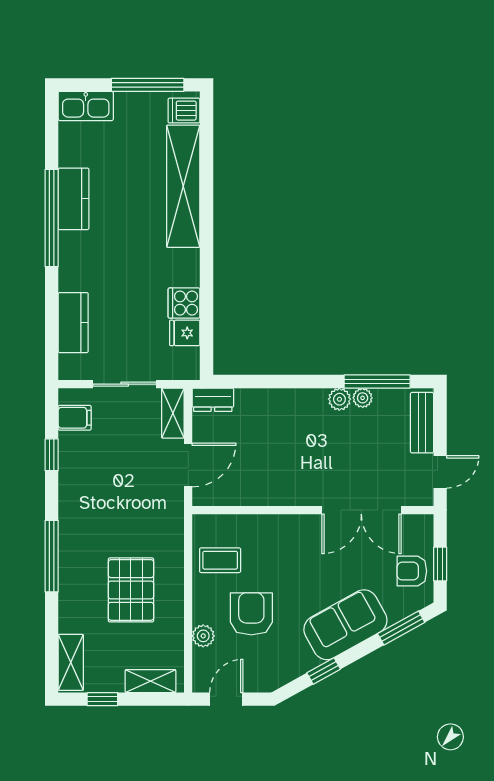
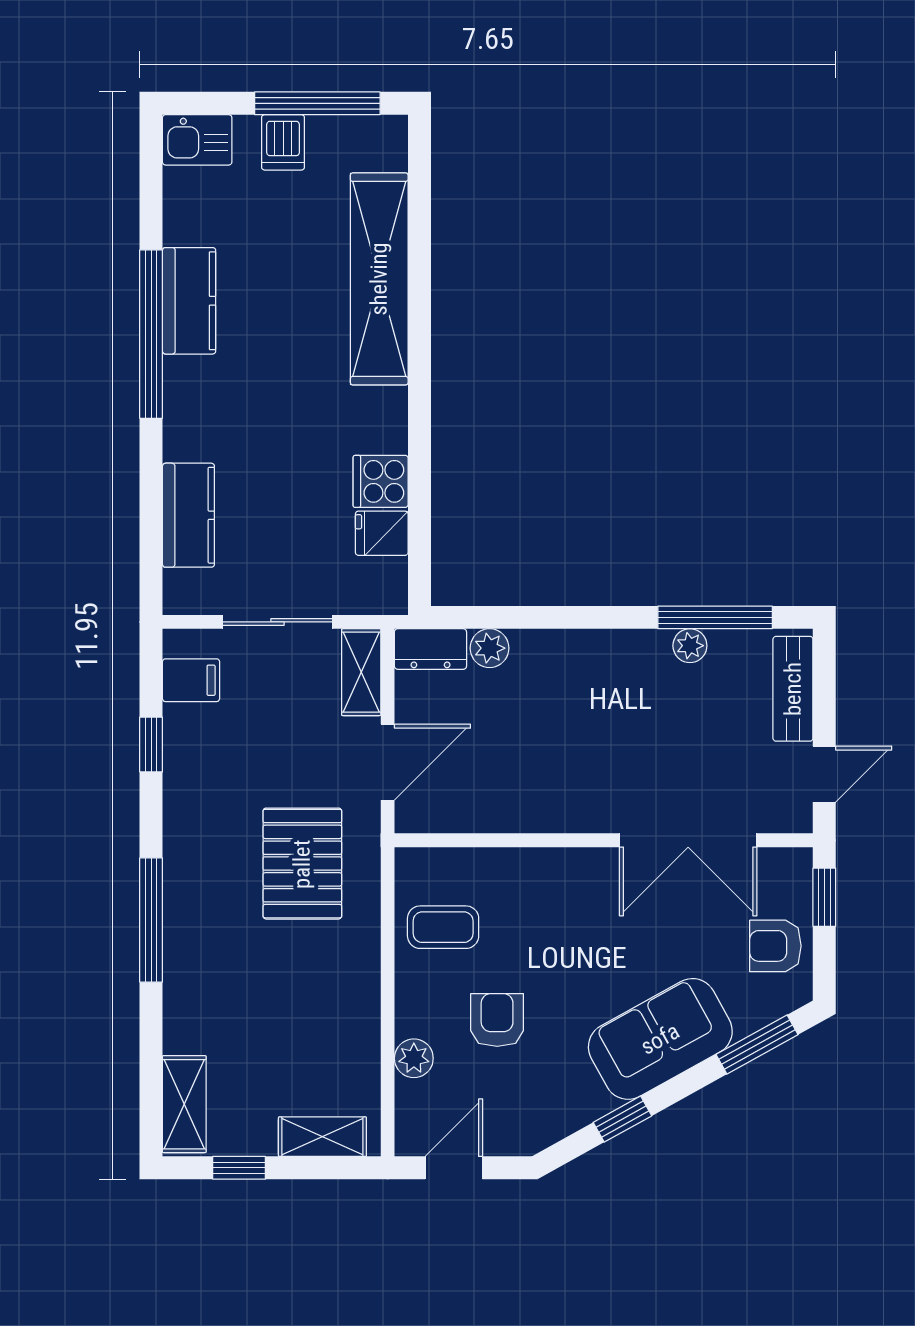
kitchen sink: (86, 106) -> (197, 140), width x0.73
dishwasher: (184, 111) -> (283, 142), moved, turned -90
plant: (339, 399) -> (490, 648), moved
window: (440, 564) -> (824, 897), moved
pallet: (131, 590) -> (302, 864), moved
armchair: (251, 614) -> (497, 1020), width x0.72, depth x0.72

